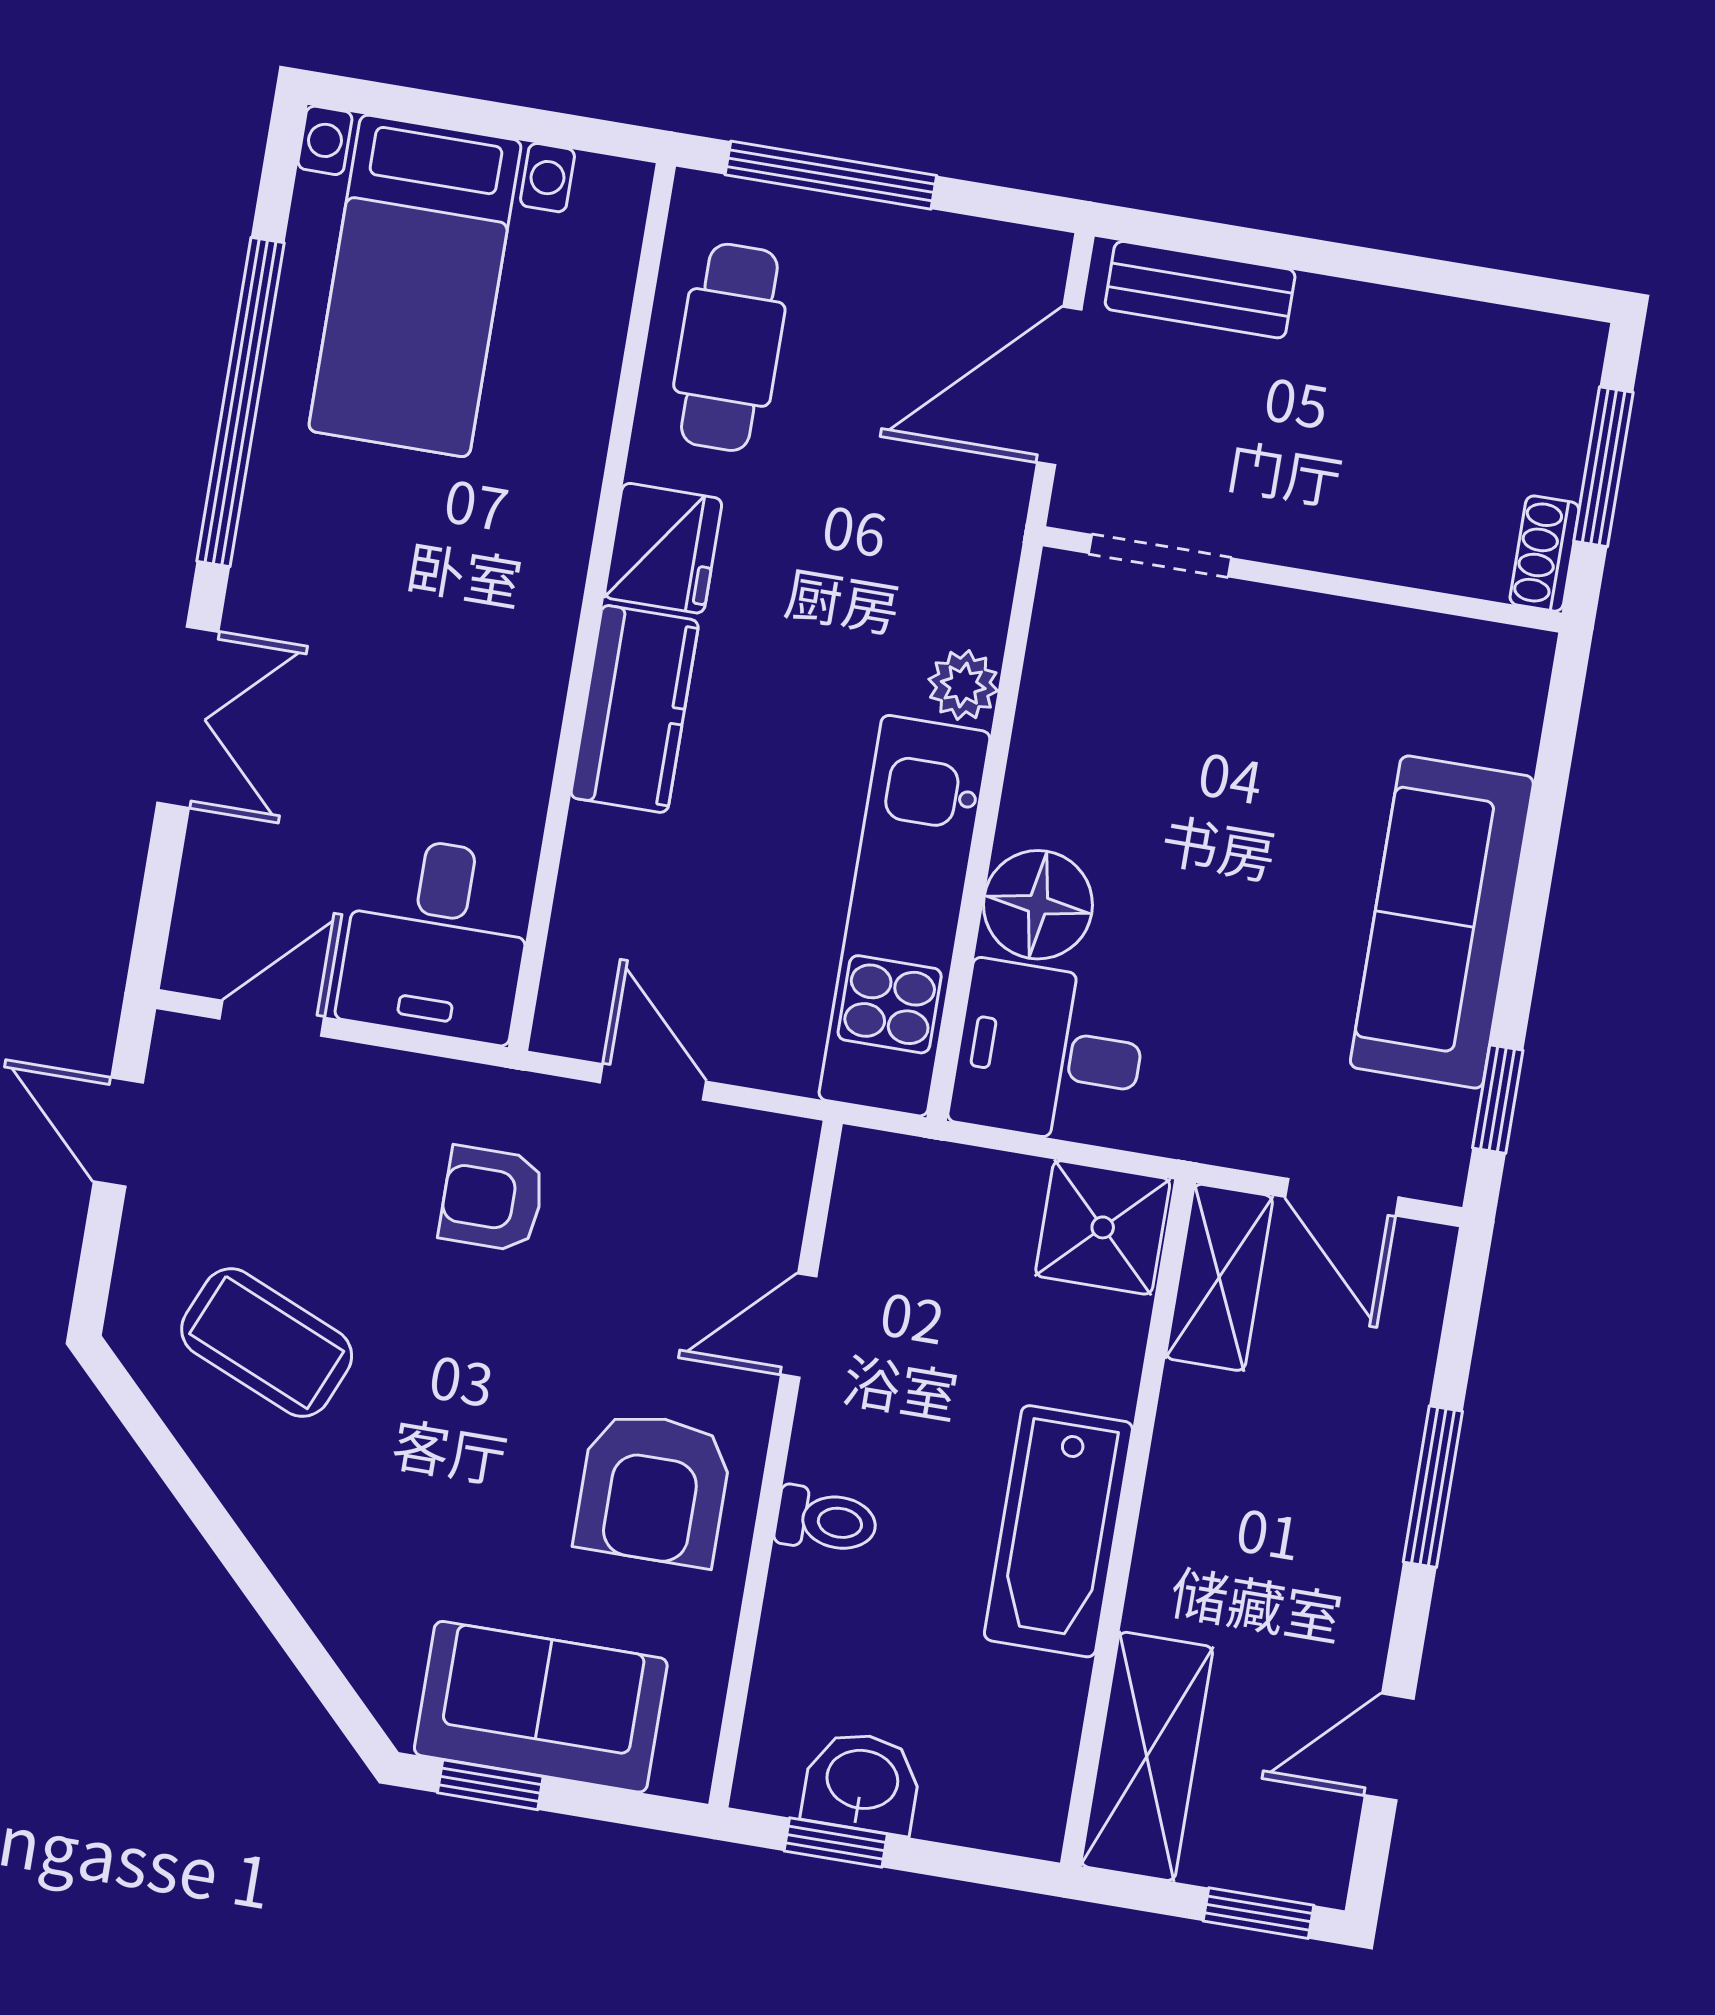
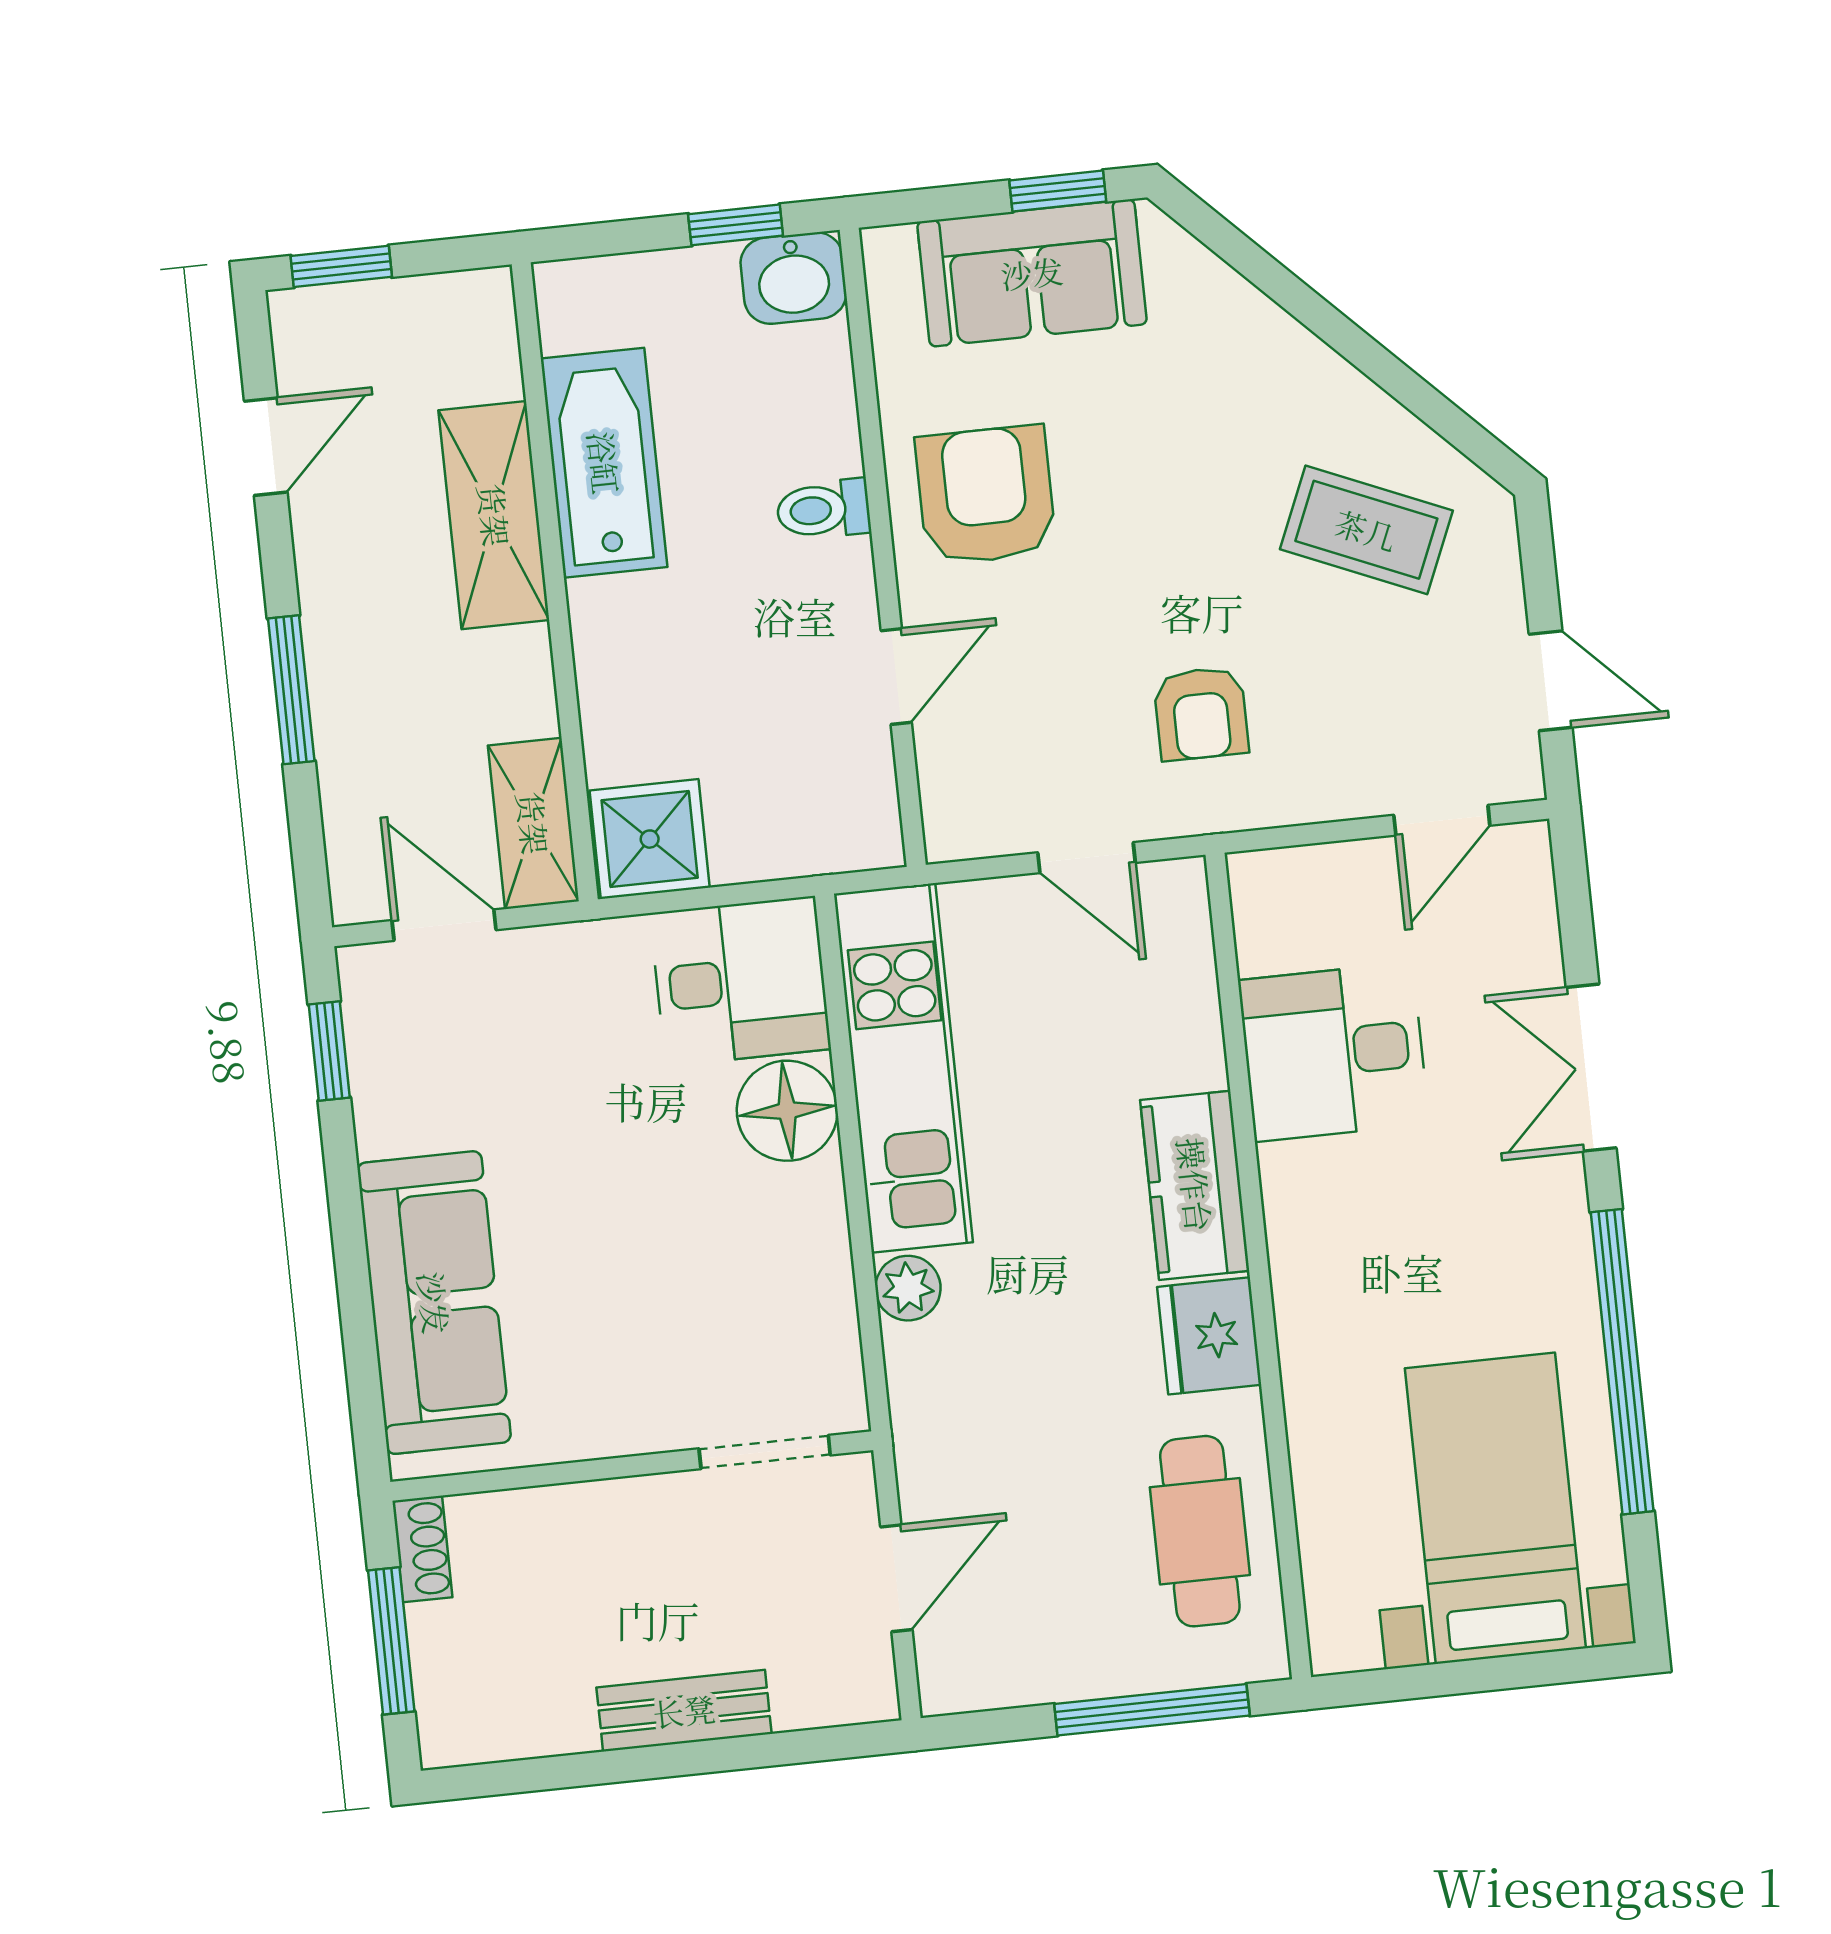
bench: (1200, 290) -> (684, 1711), moved
door: (1059, 386) -> (896, 1578), width x0.73
sofa: (1442, 922) -> (434, 1303), moved
desk: (437, 939) -> (1334, 1052), moved, turned -90
armchair: (492, 1199) -> (1201, 714), turned 90
bathtub: (1058, 1531) -> (604, 463), moved
shelving: (1147, 1756) -> (494, 515), moved
washbasin: (862, 1782) -> (793, 278), moved

